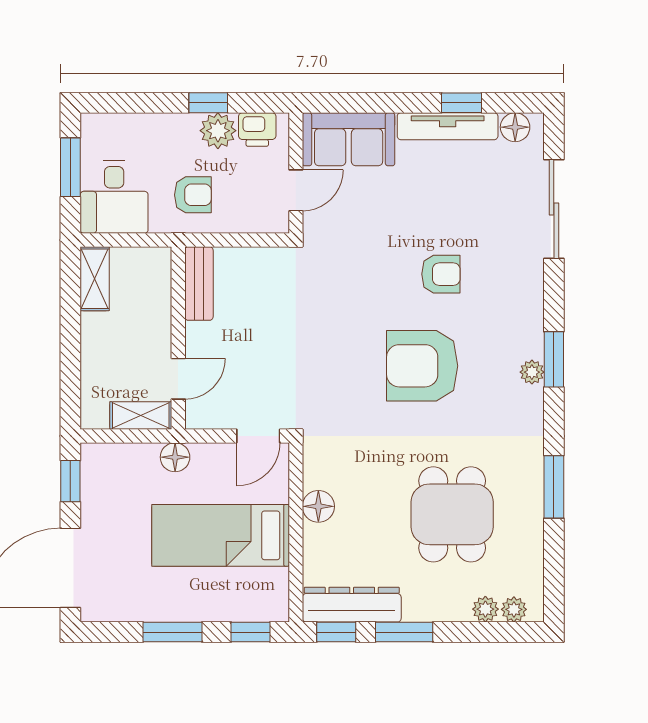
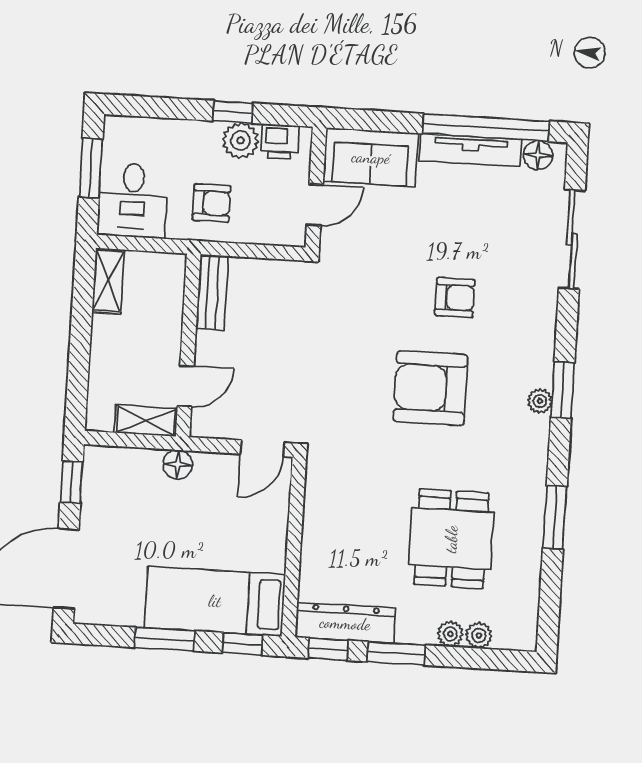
window: (462, 103) -> (486, 127), width x3.17
floor lamp: (318, 506) -> (318, 522), removed
bed: (221, 535) -> (215, 601), moved
plant: (514, 609) -> (450, 634), moved

